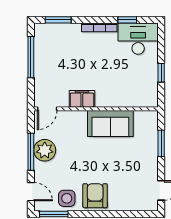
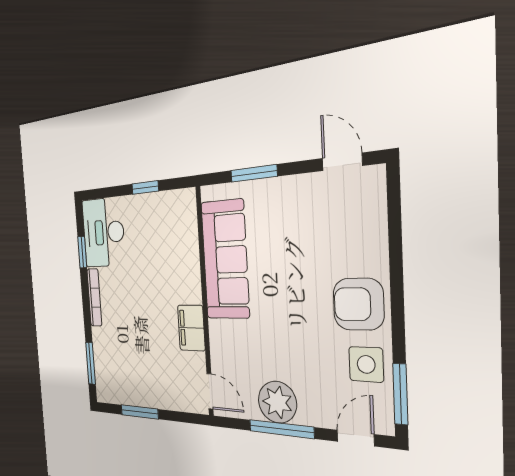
window: (31, 57) -> (140, 412), width x0.69
sofa: (110, 123) -> (225, 260), width x1.36

